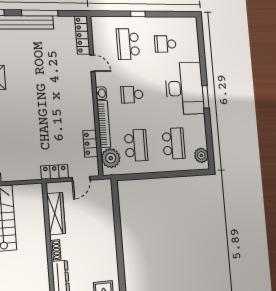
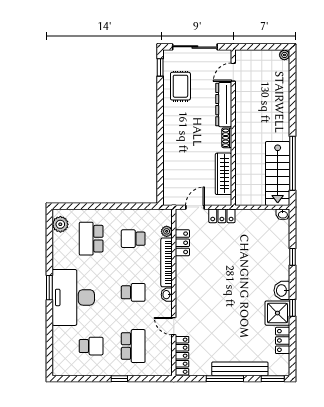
school desk: (136, 145) -> (133, 239), width x0.54
plant: (111, 158) -> (167, 231), width x0.53, depth x0.53

